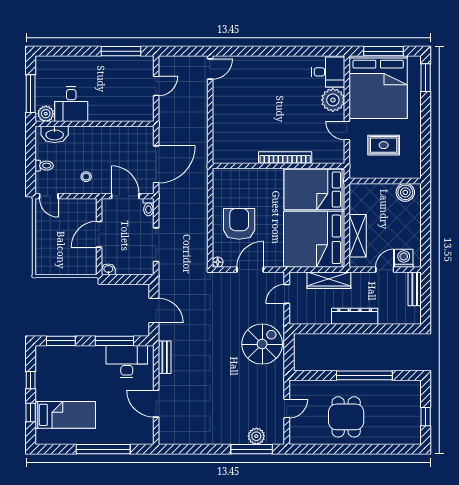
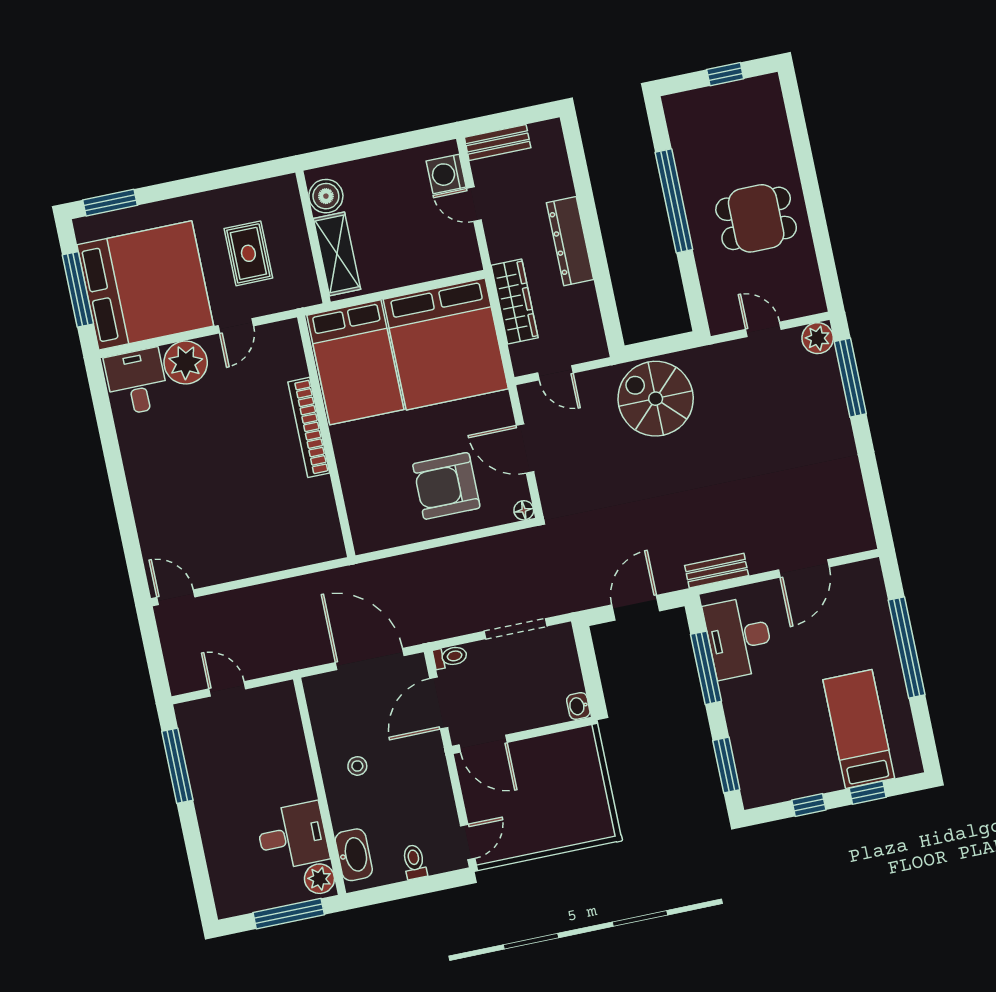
stool: (86, 177) -> (357, 766), moved
door: (99, 234) -> (483, 744), moved
shelving: (358, 236) -> (337, 254), moved, turned 90
plant: (256, 436) -> (818, 338), moved

